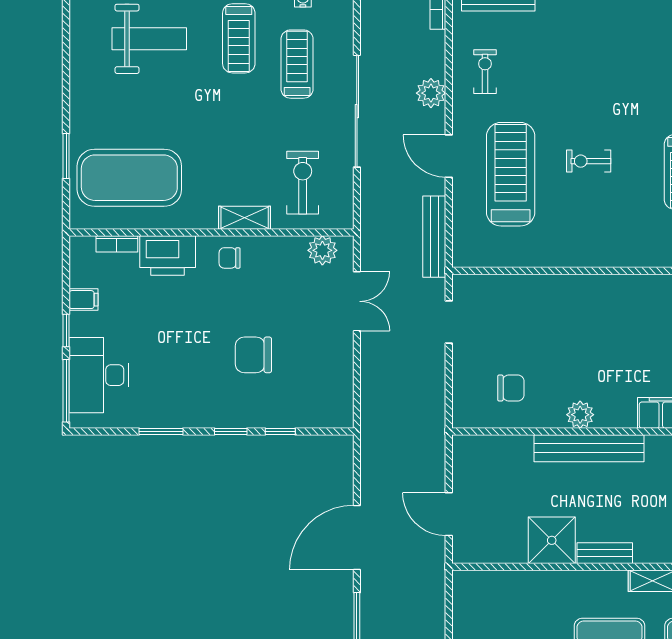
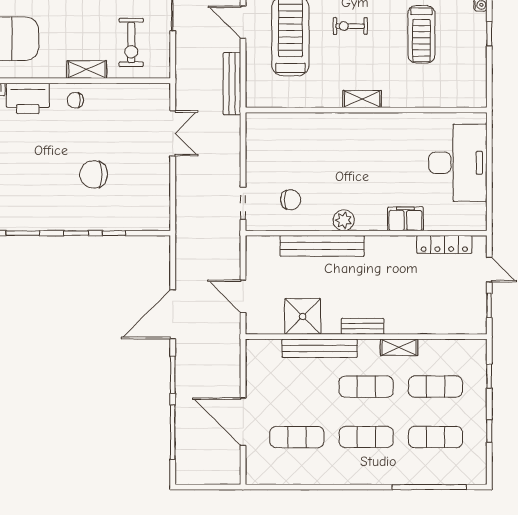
exercise bike: (303, 183) -> (131, 42), turned 180
plant: (322, 250) -> (146, 94), removed
shelving: (604, 256) -> (362, 99), added
doorway: (449, 322) -> (243, 203), moved
bench: (589, 448) -> (322, 246), moved
shower: (552, 540) -> (303, 316), moved
bench: (549, 582) -> (320, 348), added

